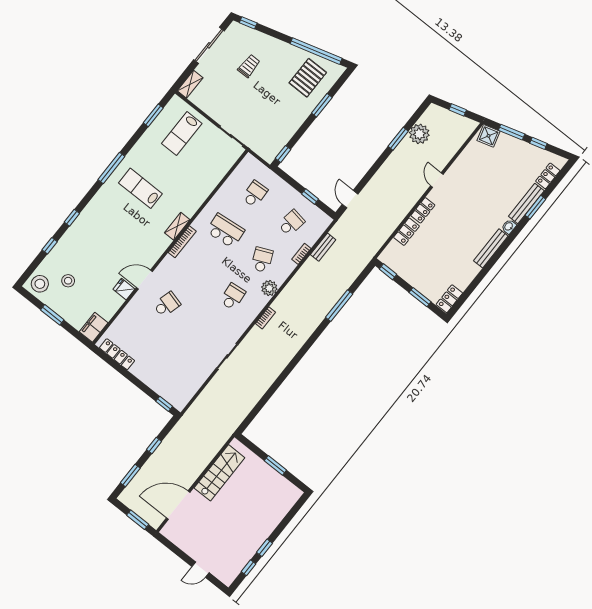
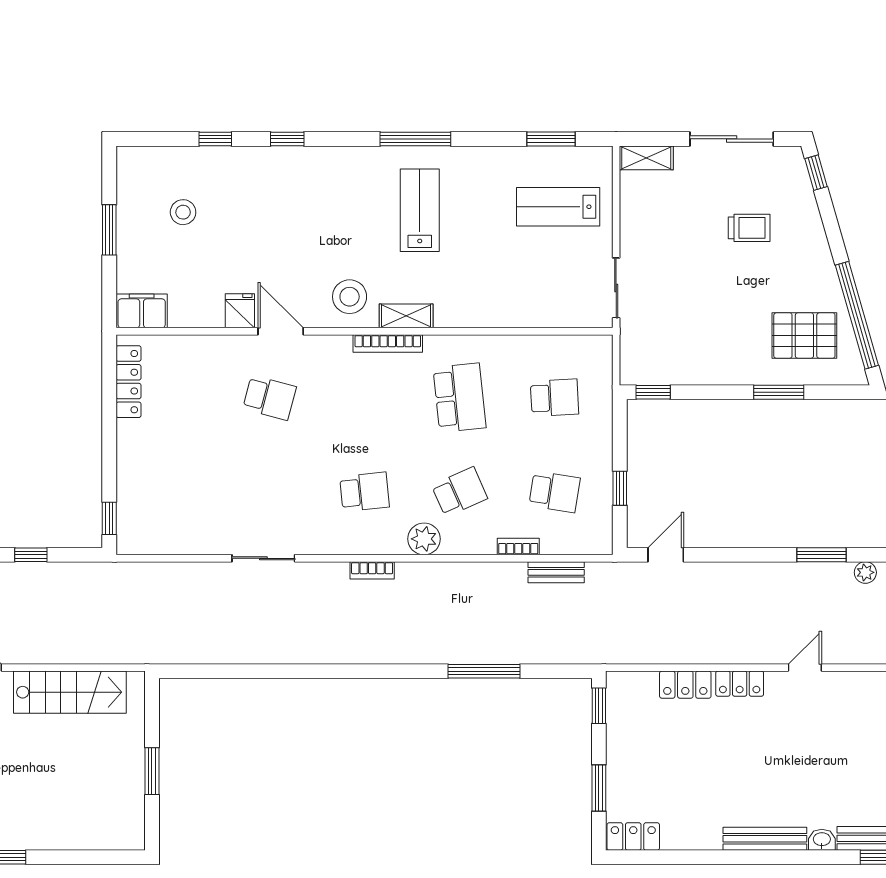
plant: (419, 134) -> (865, 572), width x0.53, depth x0.53
stool: (40, 284) -> (350, 297), moved

